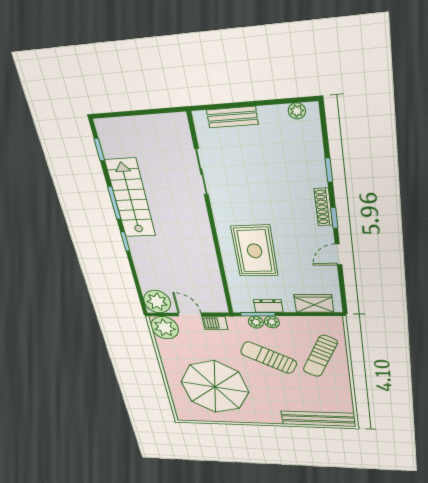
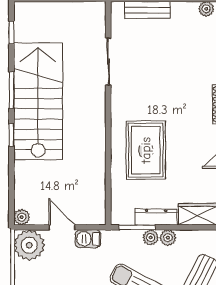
stairs: (131, 198) -> (38, 101), width x1.36, depth x1.51
plant: (157, 302) -> (22, 217), width x0.53, depth x0.53
dresser: (268, 306) -> (156, 217), width x1.44
plant: (256, 322) -> (168, 238), moved

